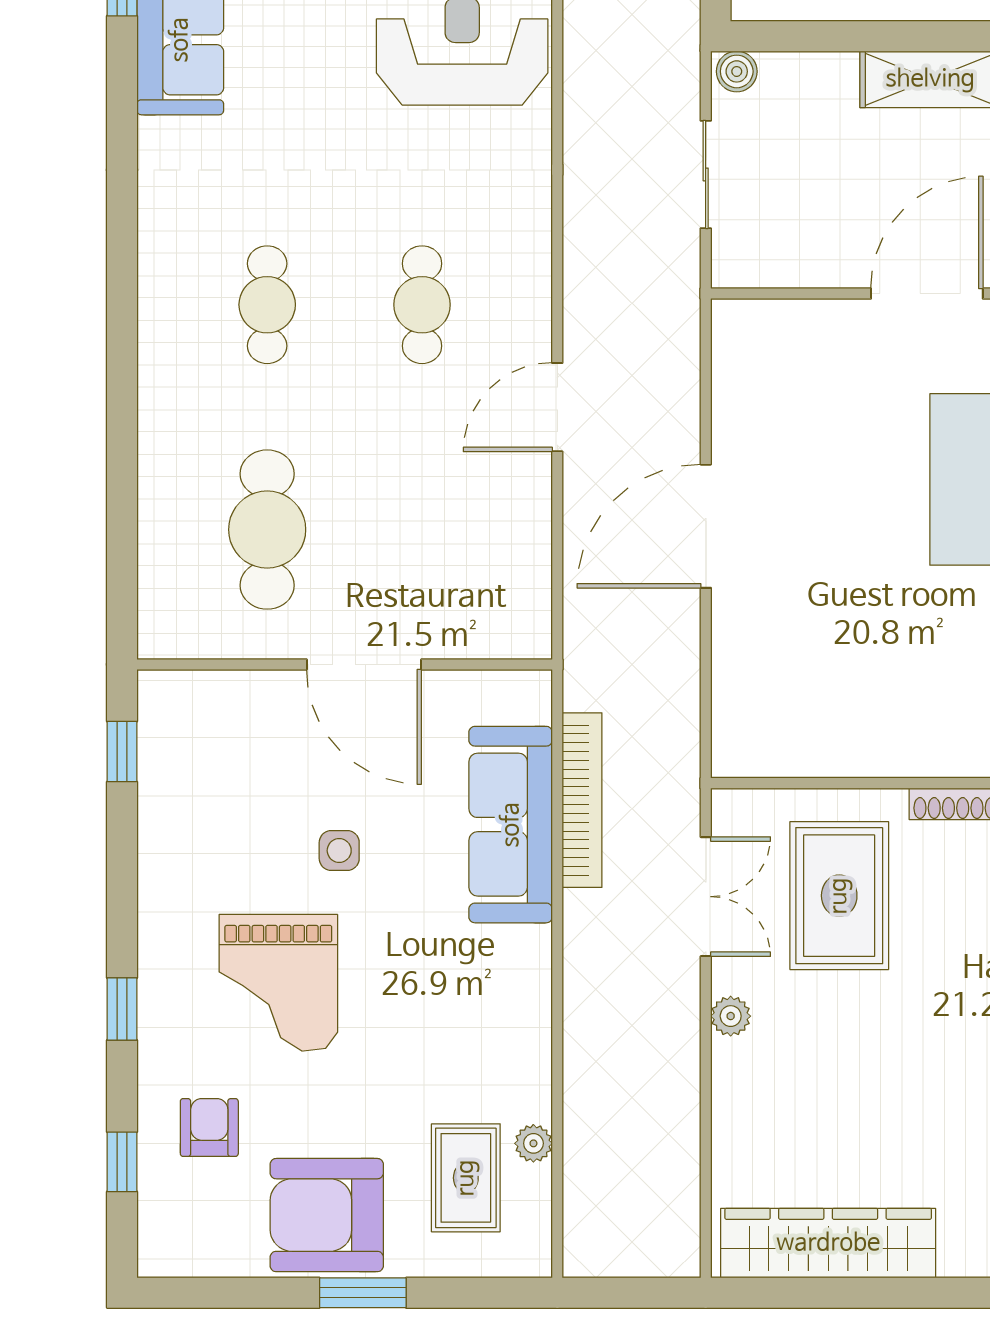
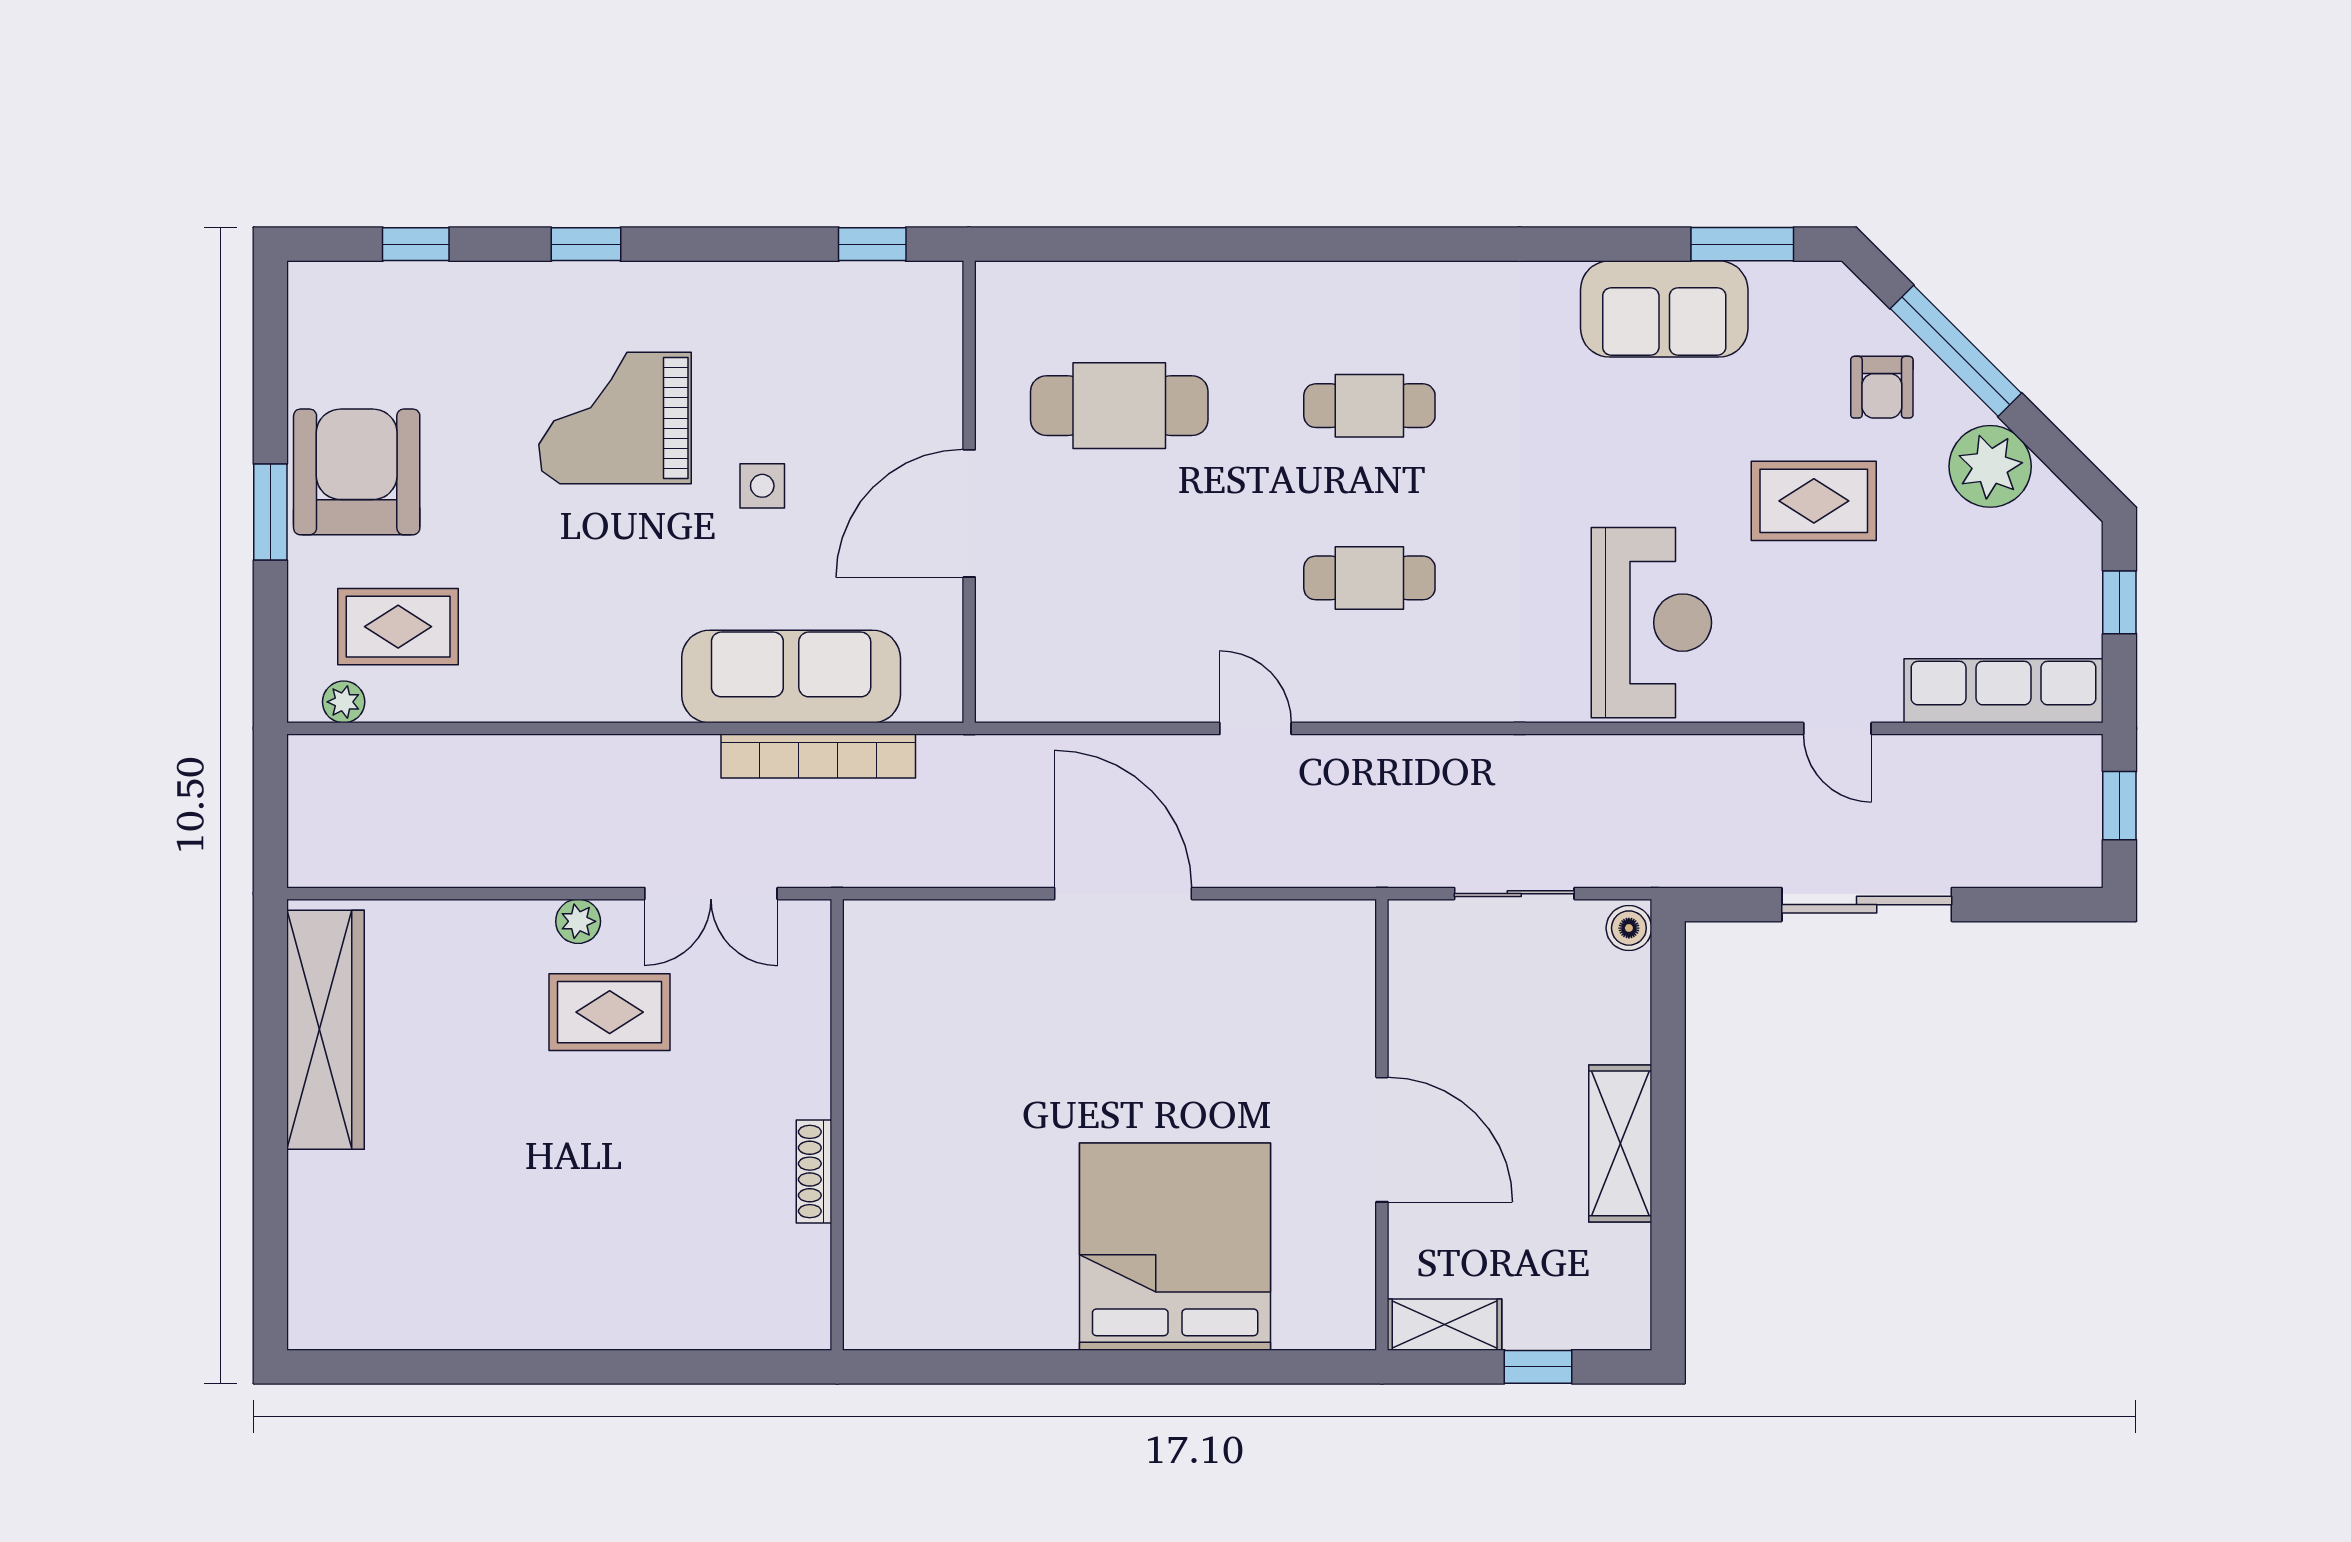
door: (557, 407) -> (1255, 728), width x0.73
rug: (839, 896) -> (610, 1012), moved, width x0.73, depth x0.70
armchair: (209, 1128) -> (454, 341), removed
plant: (533, 1143) -> (344, 702), moved

